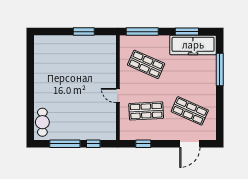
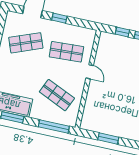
shop shelf: (190, 111) -> (26, 43), turned -45
window: (143, 144) -> (59, 18), moved

